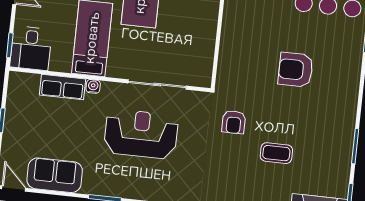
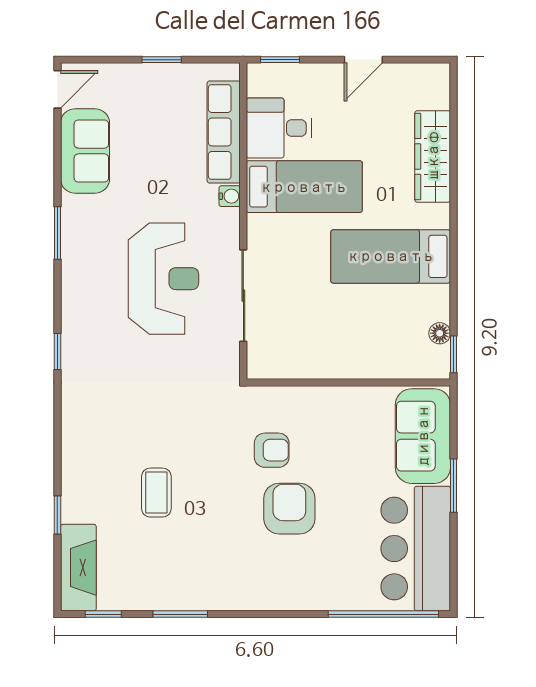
desk: (31, 48) -> (279, 128), moved
row of seats: (62, 87) -> (224, 132), width x1.48
armchair: (234, 122) -> (272, 450), moved, turned 180

